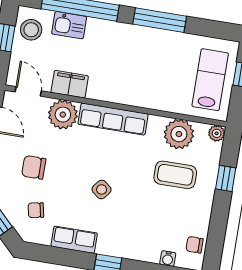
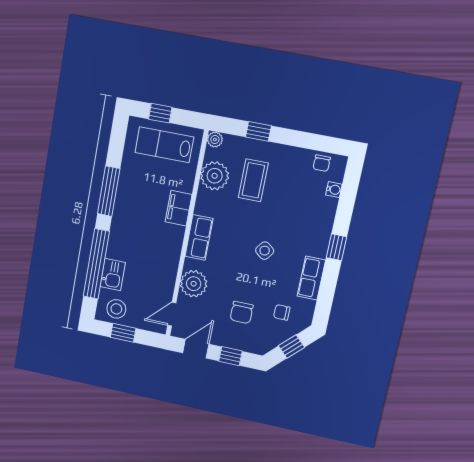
filing cabinet: (70, 84) -> (179, 208), moved
row of seats: (113, 119) -> (199, 237), width x0.68
chair: (36, 210) -> (282, 312), turned 101

